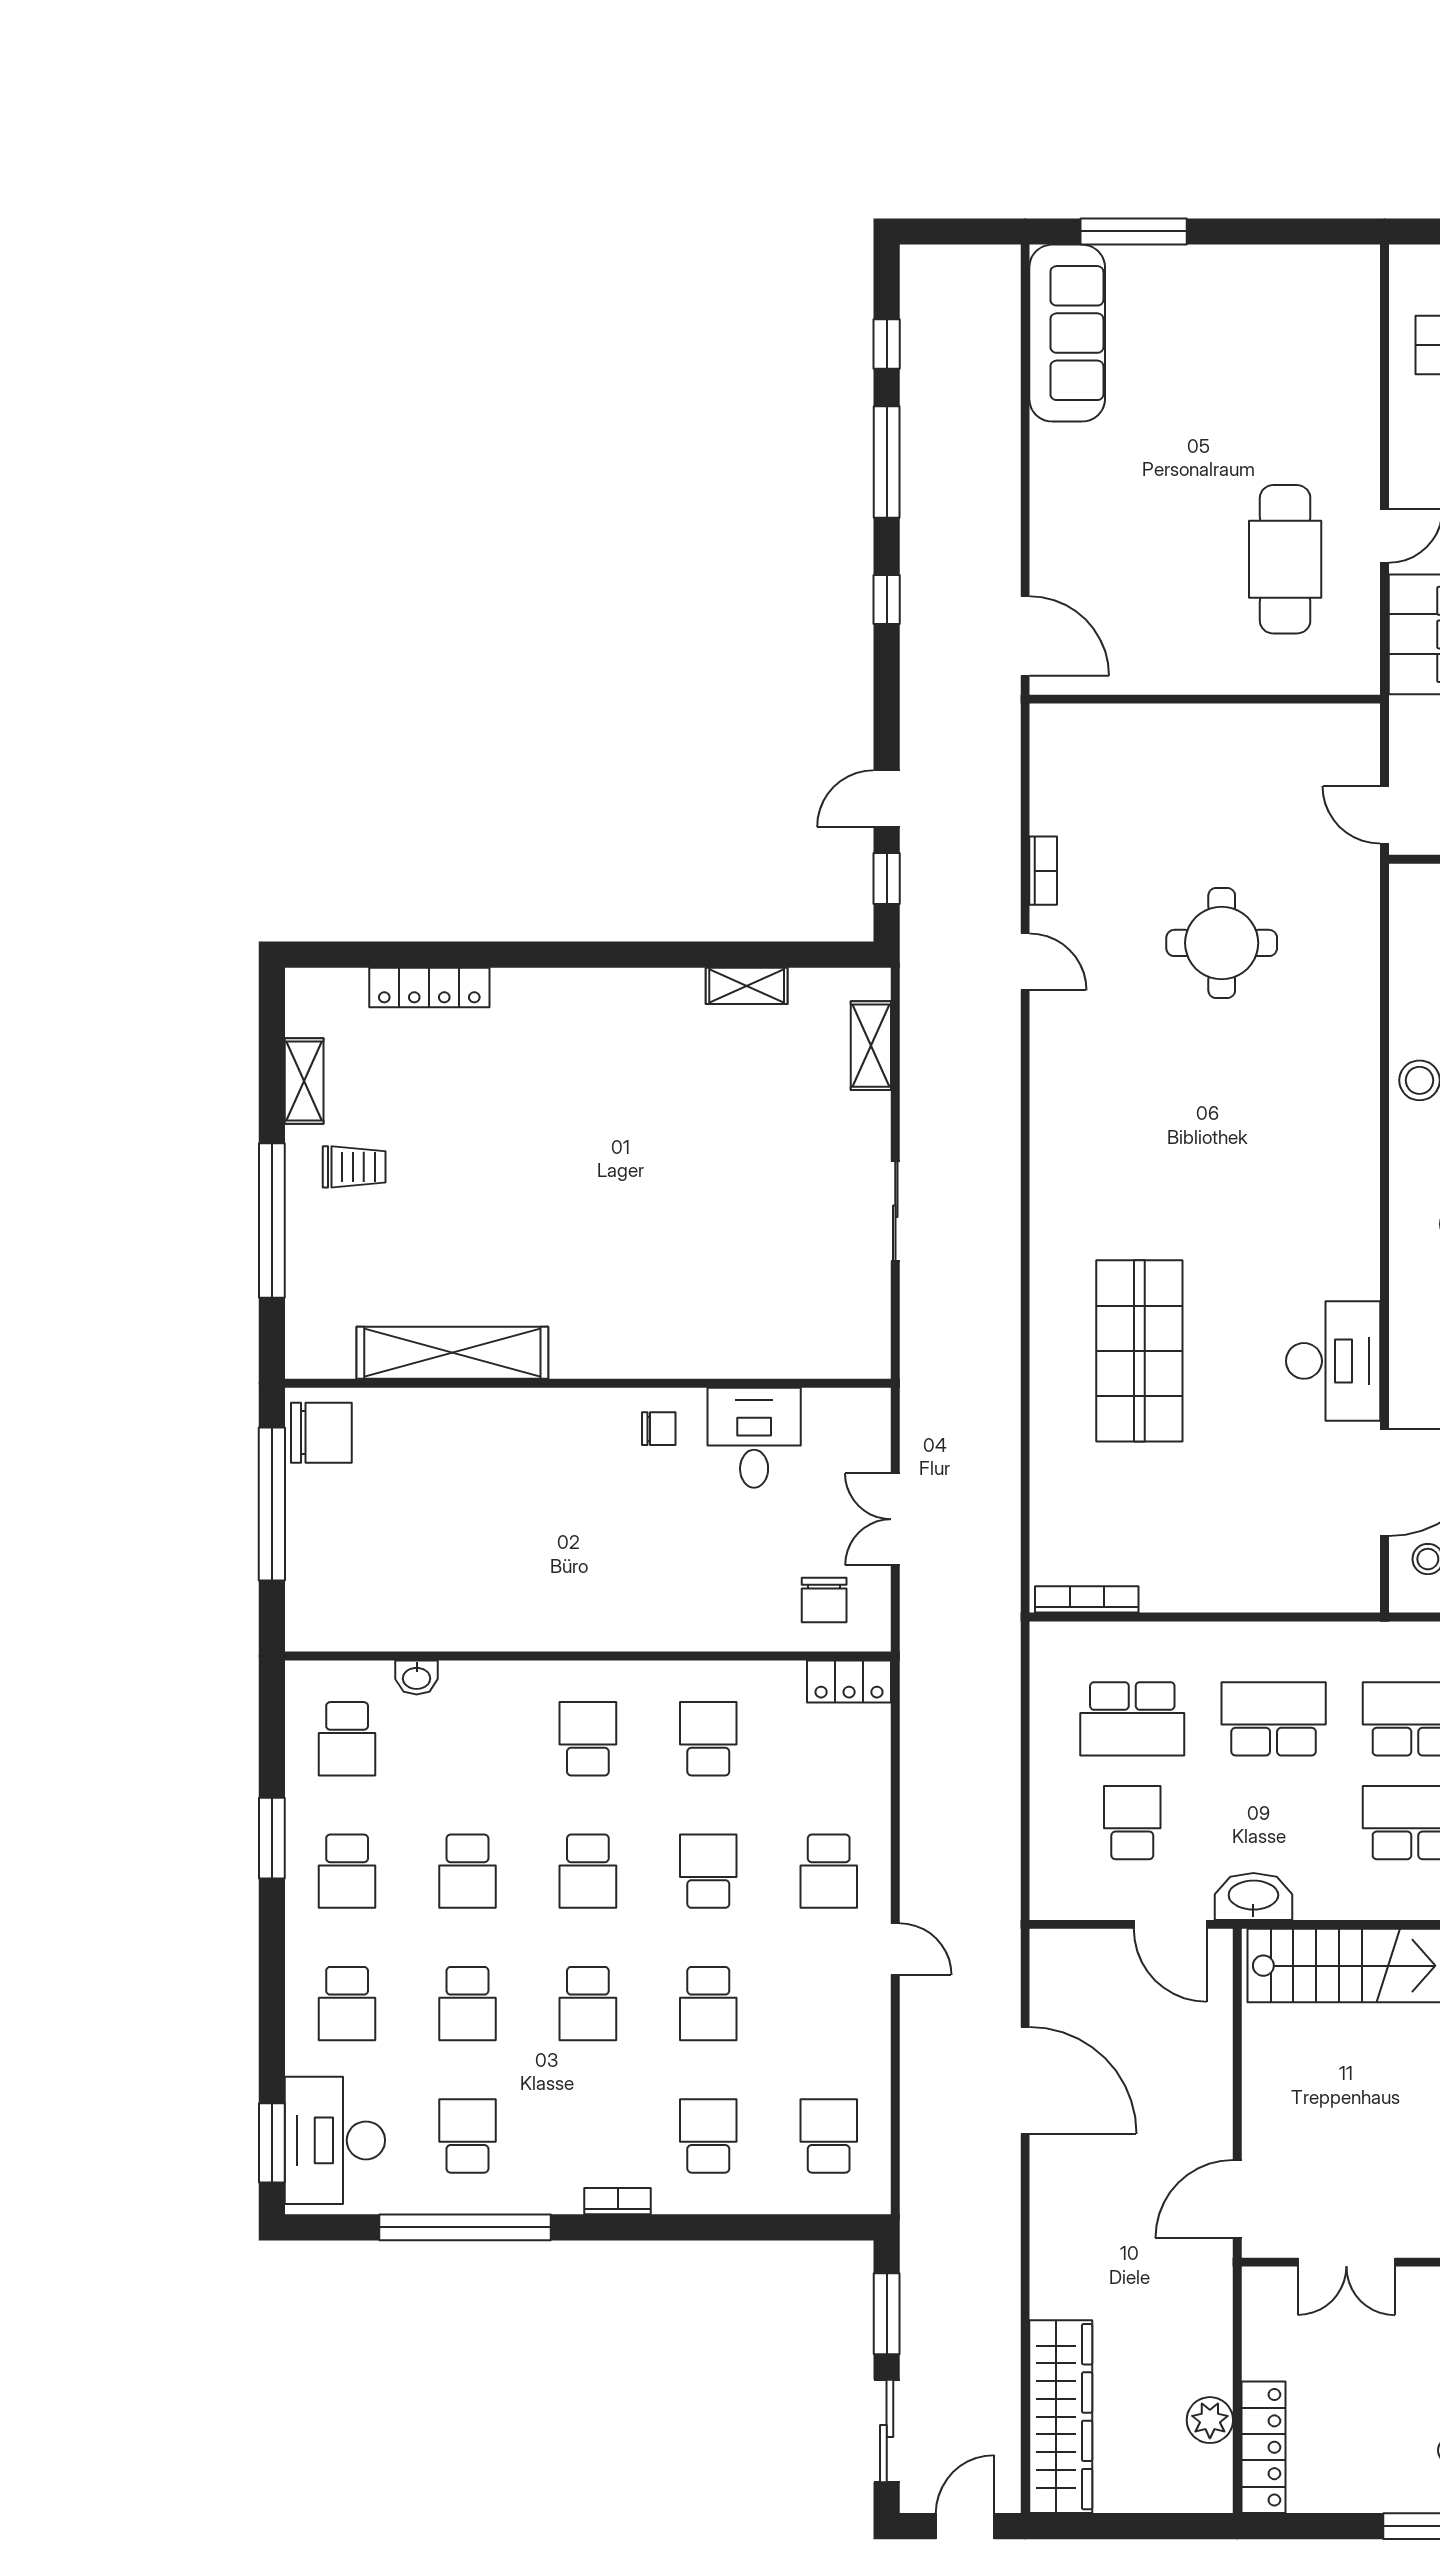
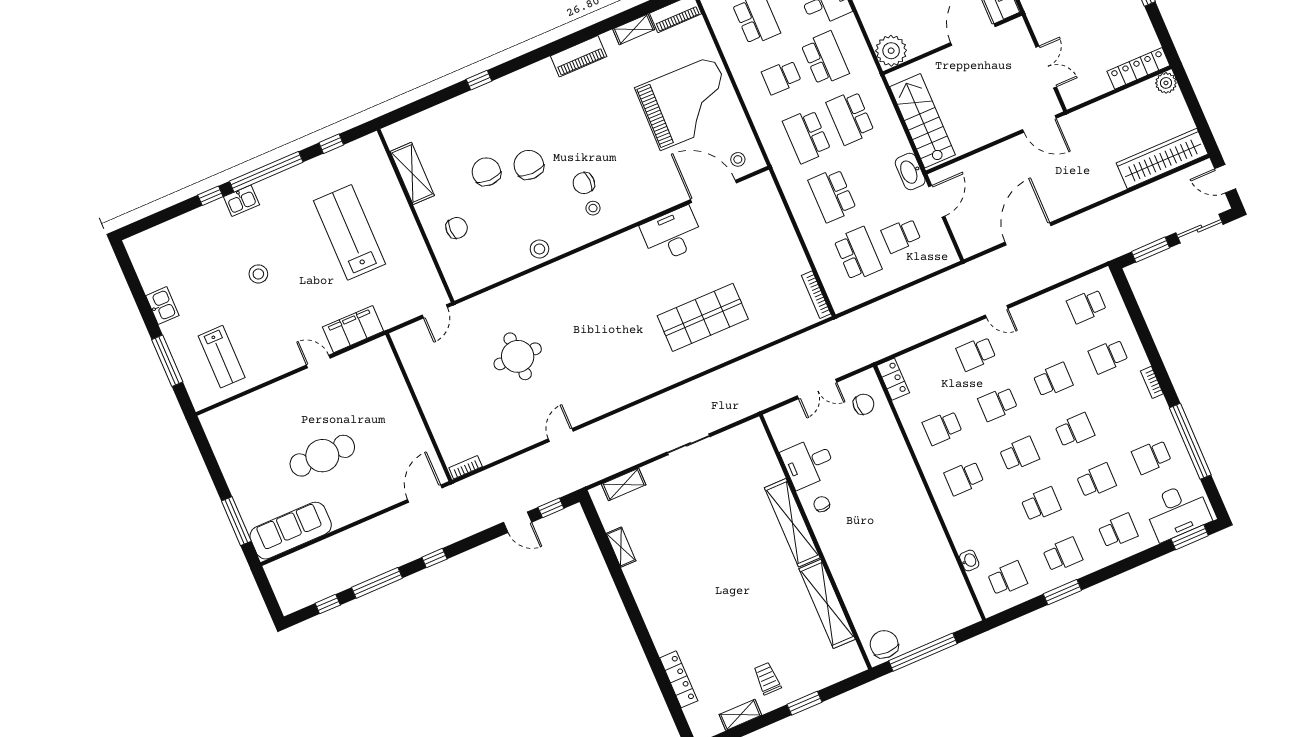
cafe table: (1285, 559) -> (322, 456), moved
bookcase: (1043, 871) -> (466, 467), moved
window: (272, 1221) -> (804, 703), width x0.47
shelving: (647, 1353) -> (792, 523), added
school desk: (829, 1871) -> (976, 354), turned 180
door: (895, 1949) -> (997, 312), swing flipped
plant: (1210, 2420) -> (1166, 83), moved

